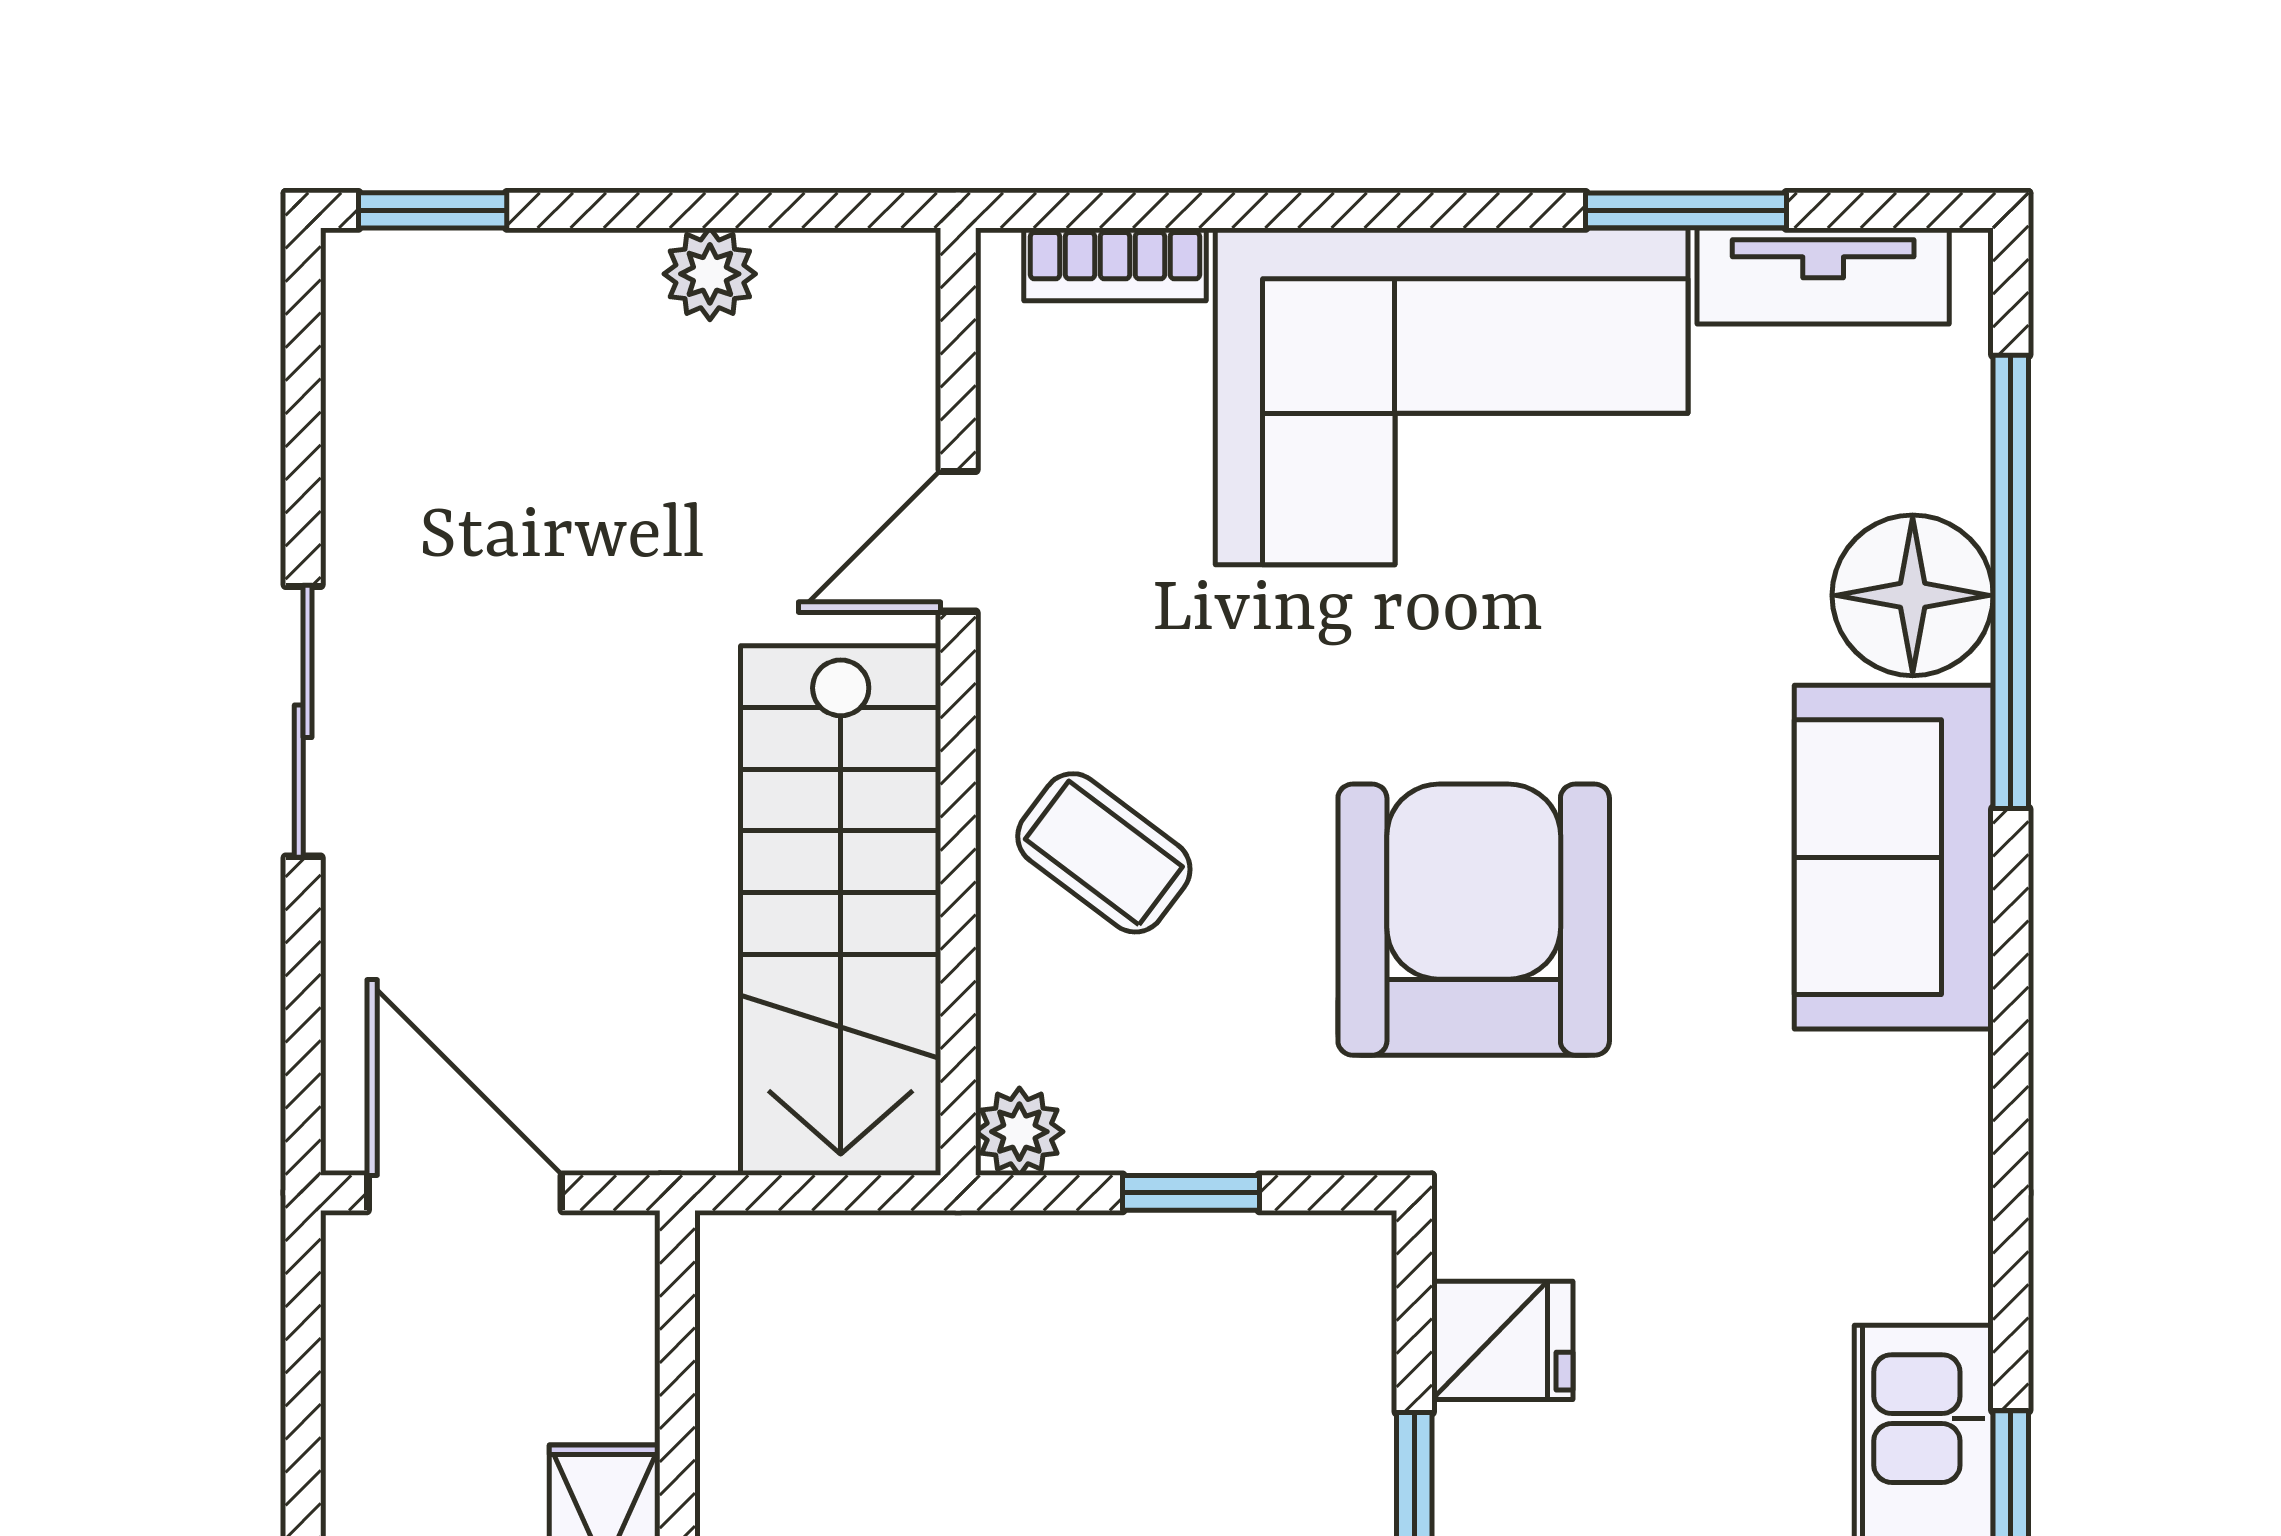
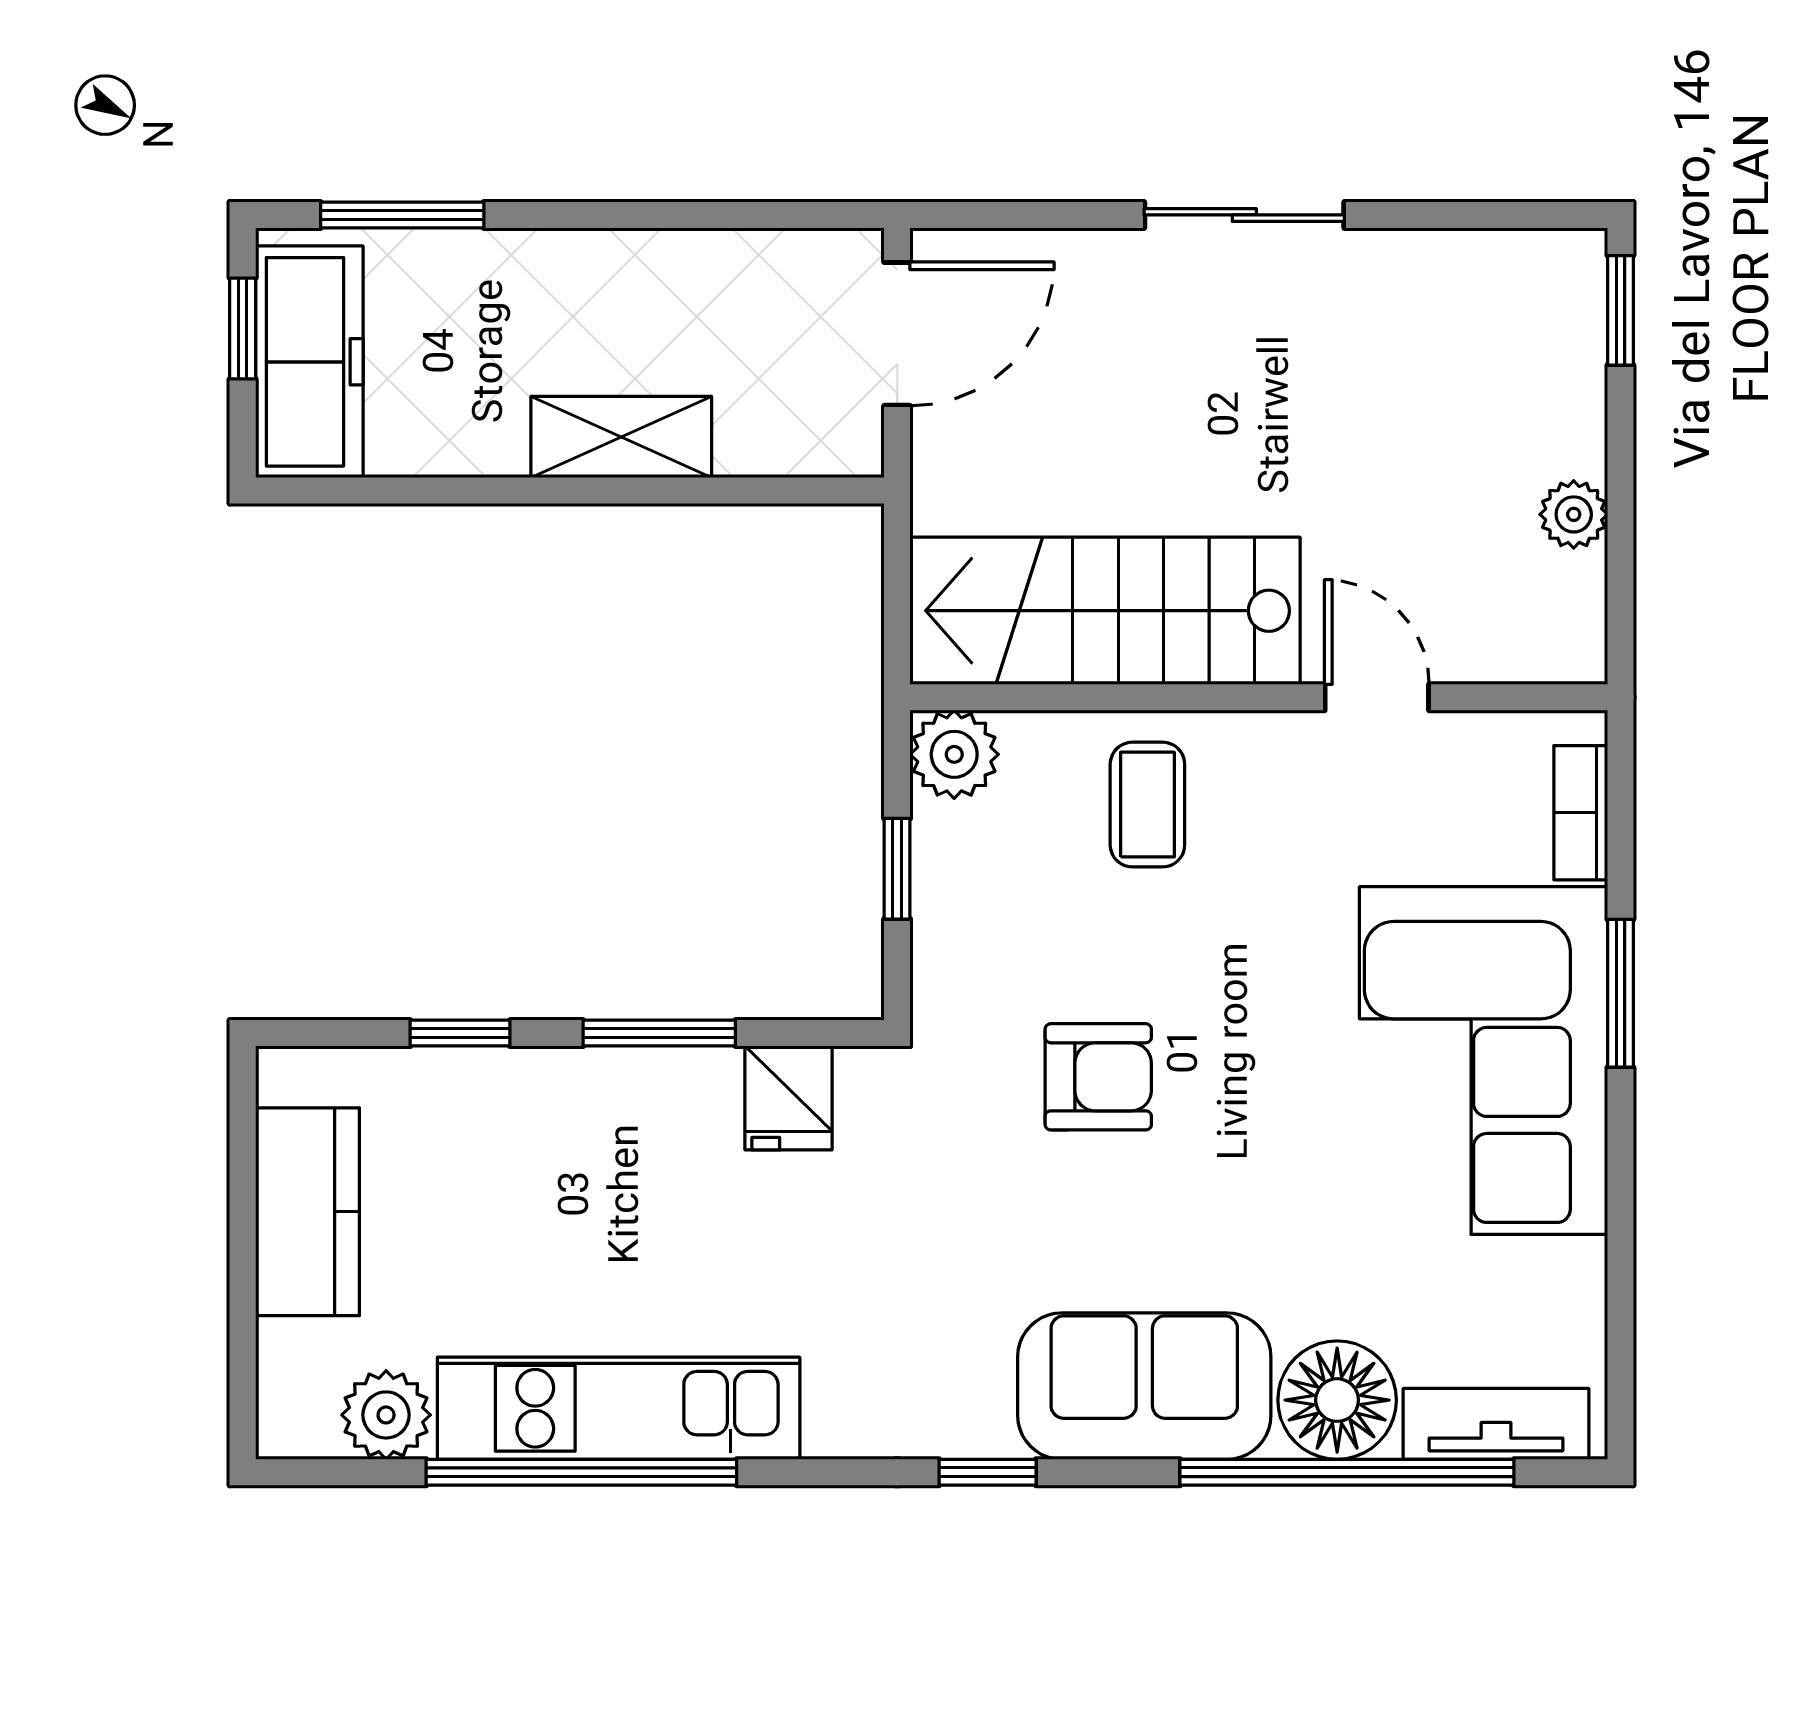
window: (1686, 210) -> (1620, 993), moved
tv unit: (1823, 276) -> (1496, 1424), moved, turned 90
coffee table: (1104, 853) -> (1147, 805), turned -37
armchair: (1474, 920) -> (1098, 1077), width x0.53, depth x0.53
window: (2011, 1070) -> (988, 1472), added
plant: (1019, 1132) -> (954, 754), width x1.38, depth x1.38

